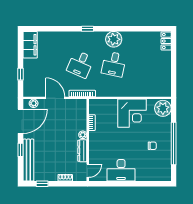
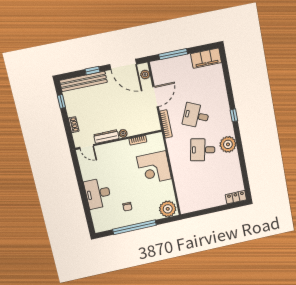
window: (21, 74) -> (173, 54), width x2.17
corner desk: (132, 113) -> (154, 168), moved
desk: (121, 170) -> (98, 194), moved

